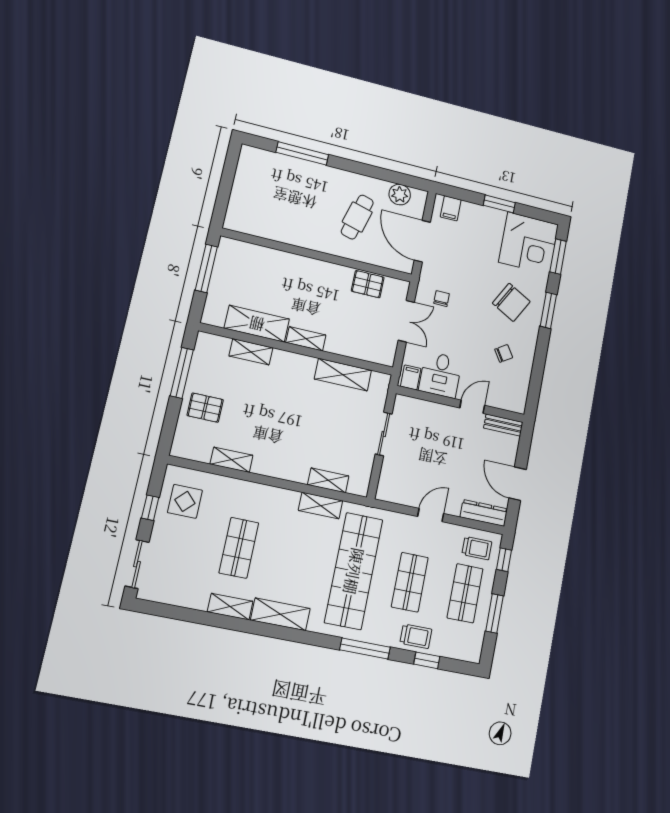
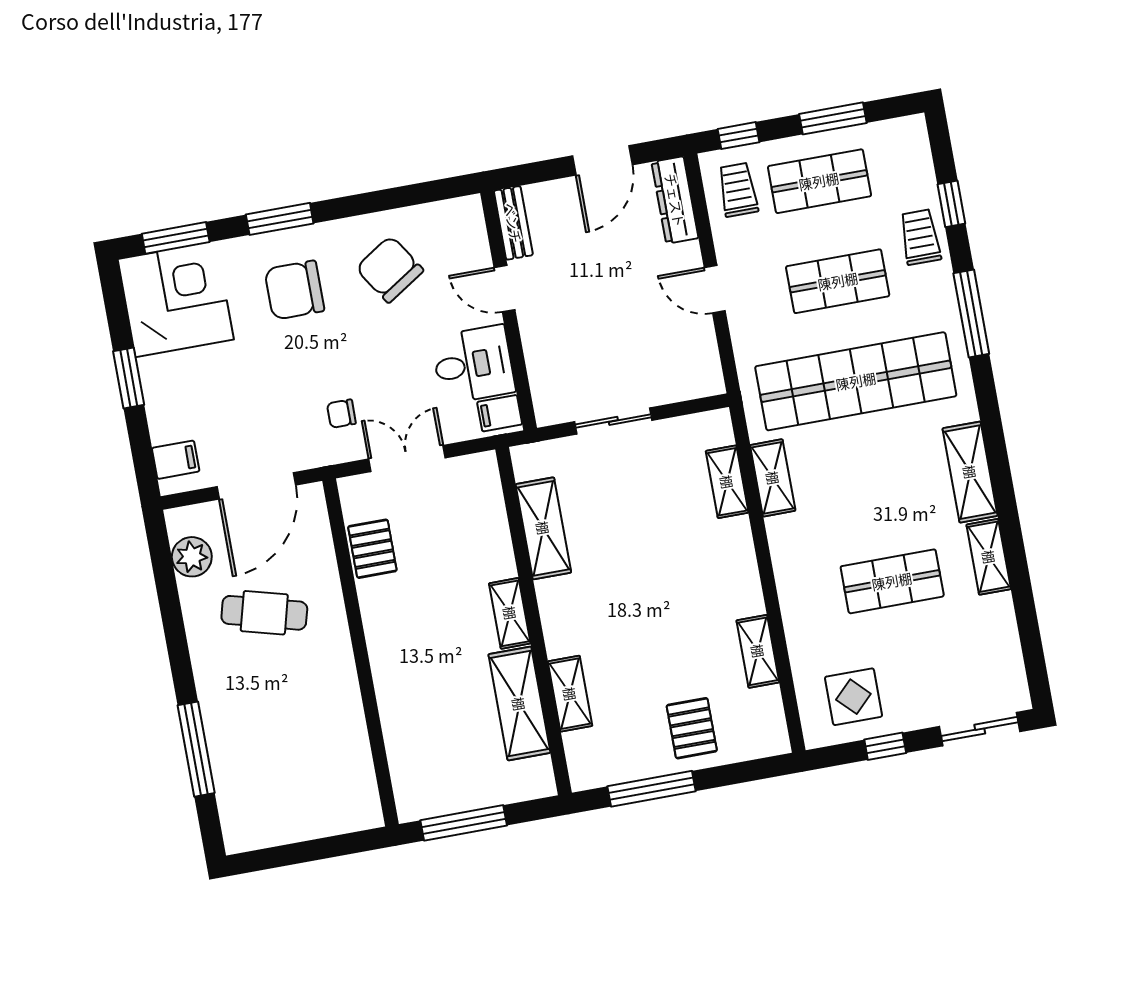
chair: (511, 302) -> (294, 290), turned -119
chair: (504, 353) -> (390, 269), width x1.87, depth x1.87

